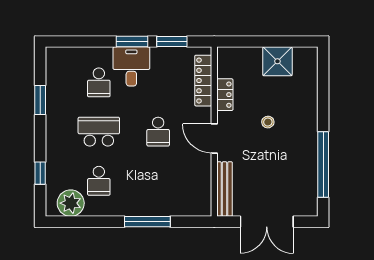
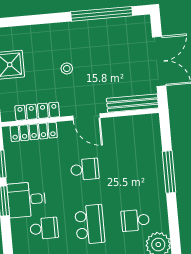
locker: (225, 95) -> (37, 111), width x1.53
school desk: (99, 132) -> (90, 224), turned 180
door: (214, 138) -> (87, 117), hinge flipped
school desk: (99, 181) -> (135, 220), turned 180

